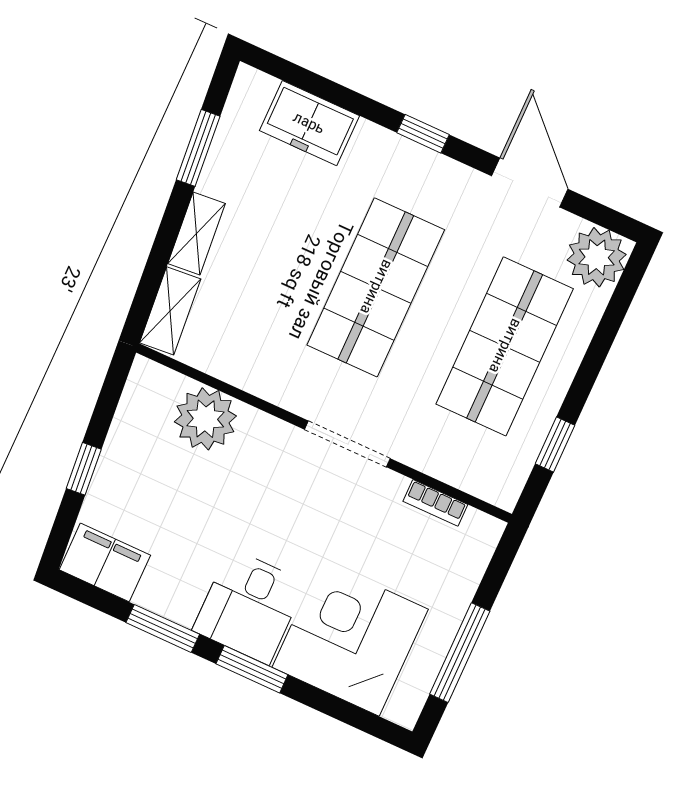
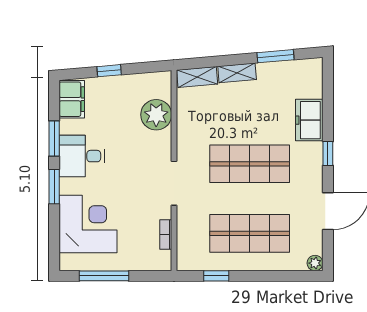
freezer: (309, 123) -> (309, 120), moved
plant: (597, 257) -> (315, 263), width x0.53, depth x0.53
desk: (249, 606) -> (82, 156), moved

